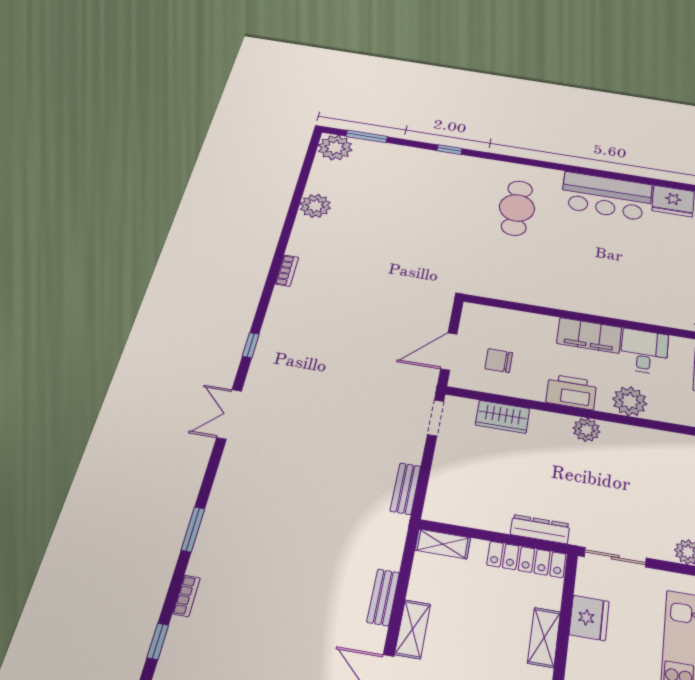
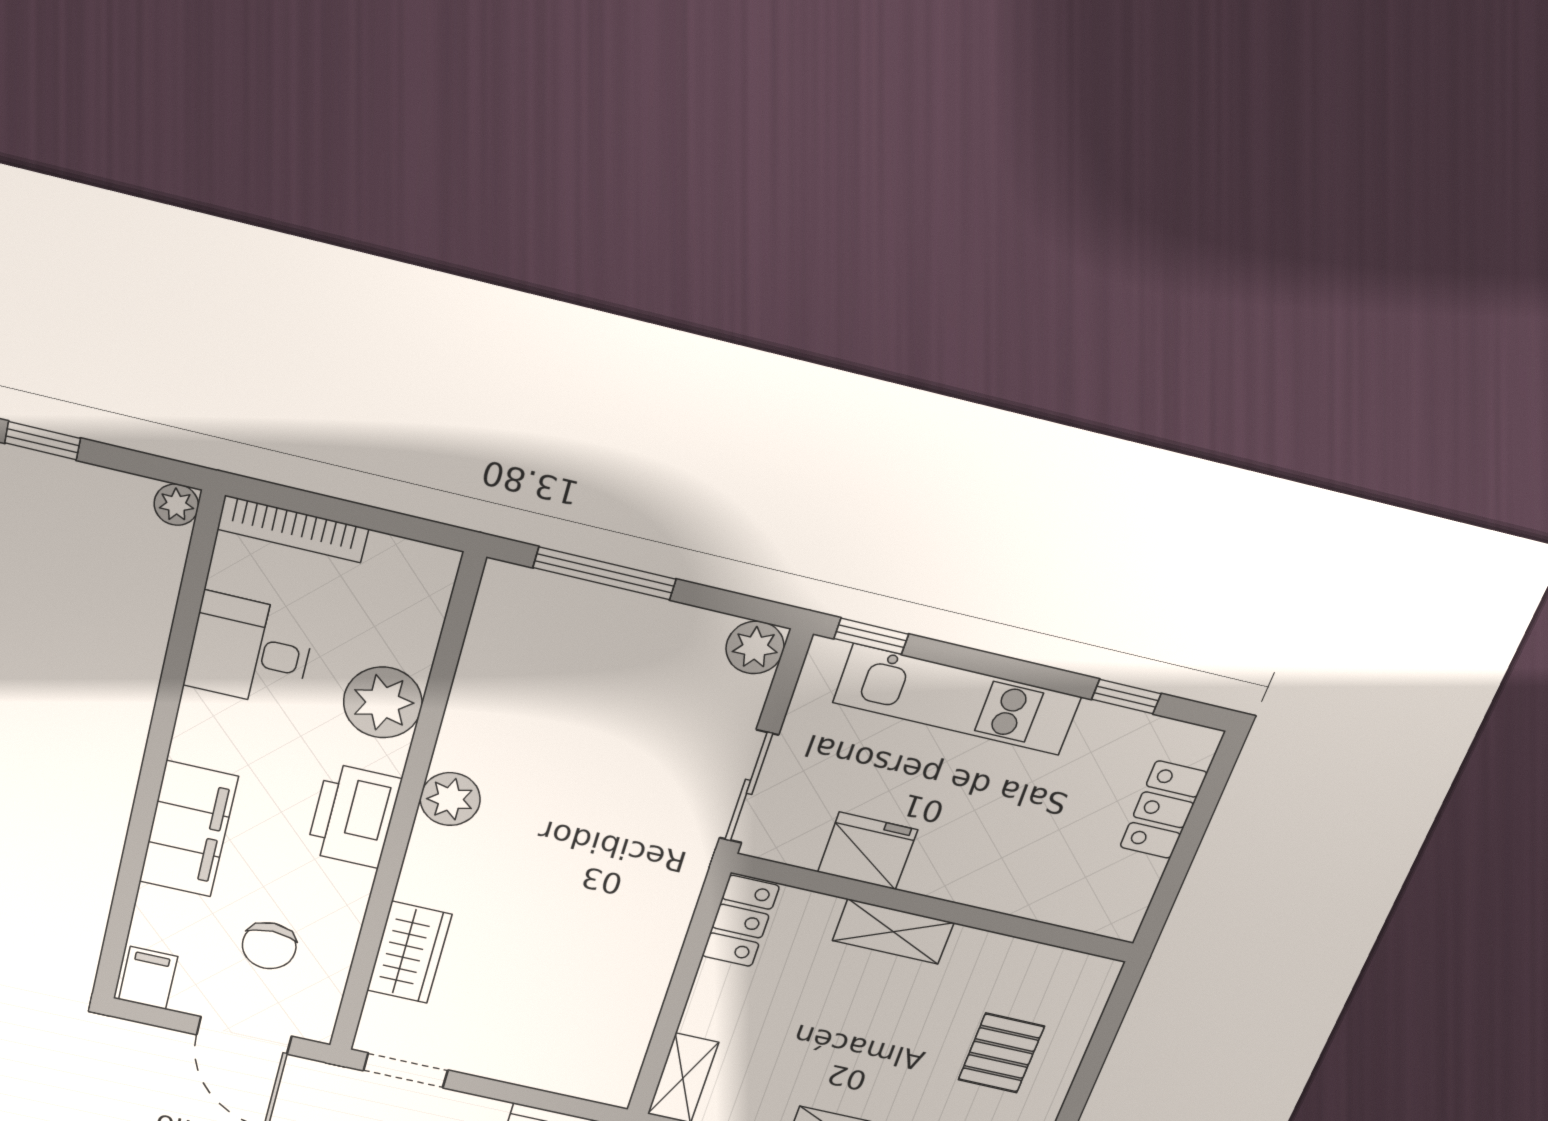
filing cabinet: (476, 315) -> (148, 978), added
filing cabinet: (589, 335) -> (188, 829), moved
dresser: (540, 529) -> (671, 913), removed
locker: (526, 559) -> (741, 921), width x0.66

